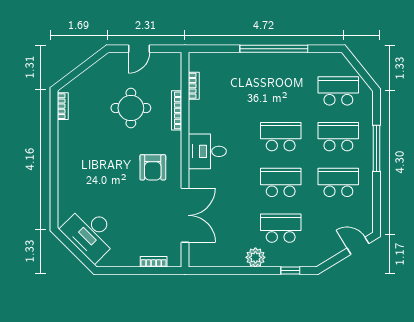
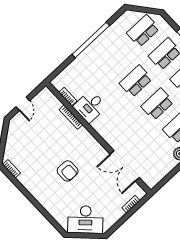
round table: (131, 108) -> (47, 137), removed
desk: (207, 151) -> (90, 106), moved
armchair: (153, 167) -> (68, 171), moved
double door: (185, 215) -> (125, 166), swing flipped

